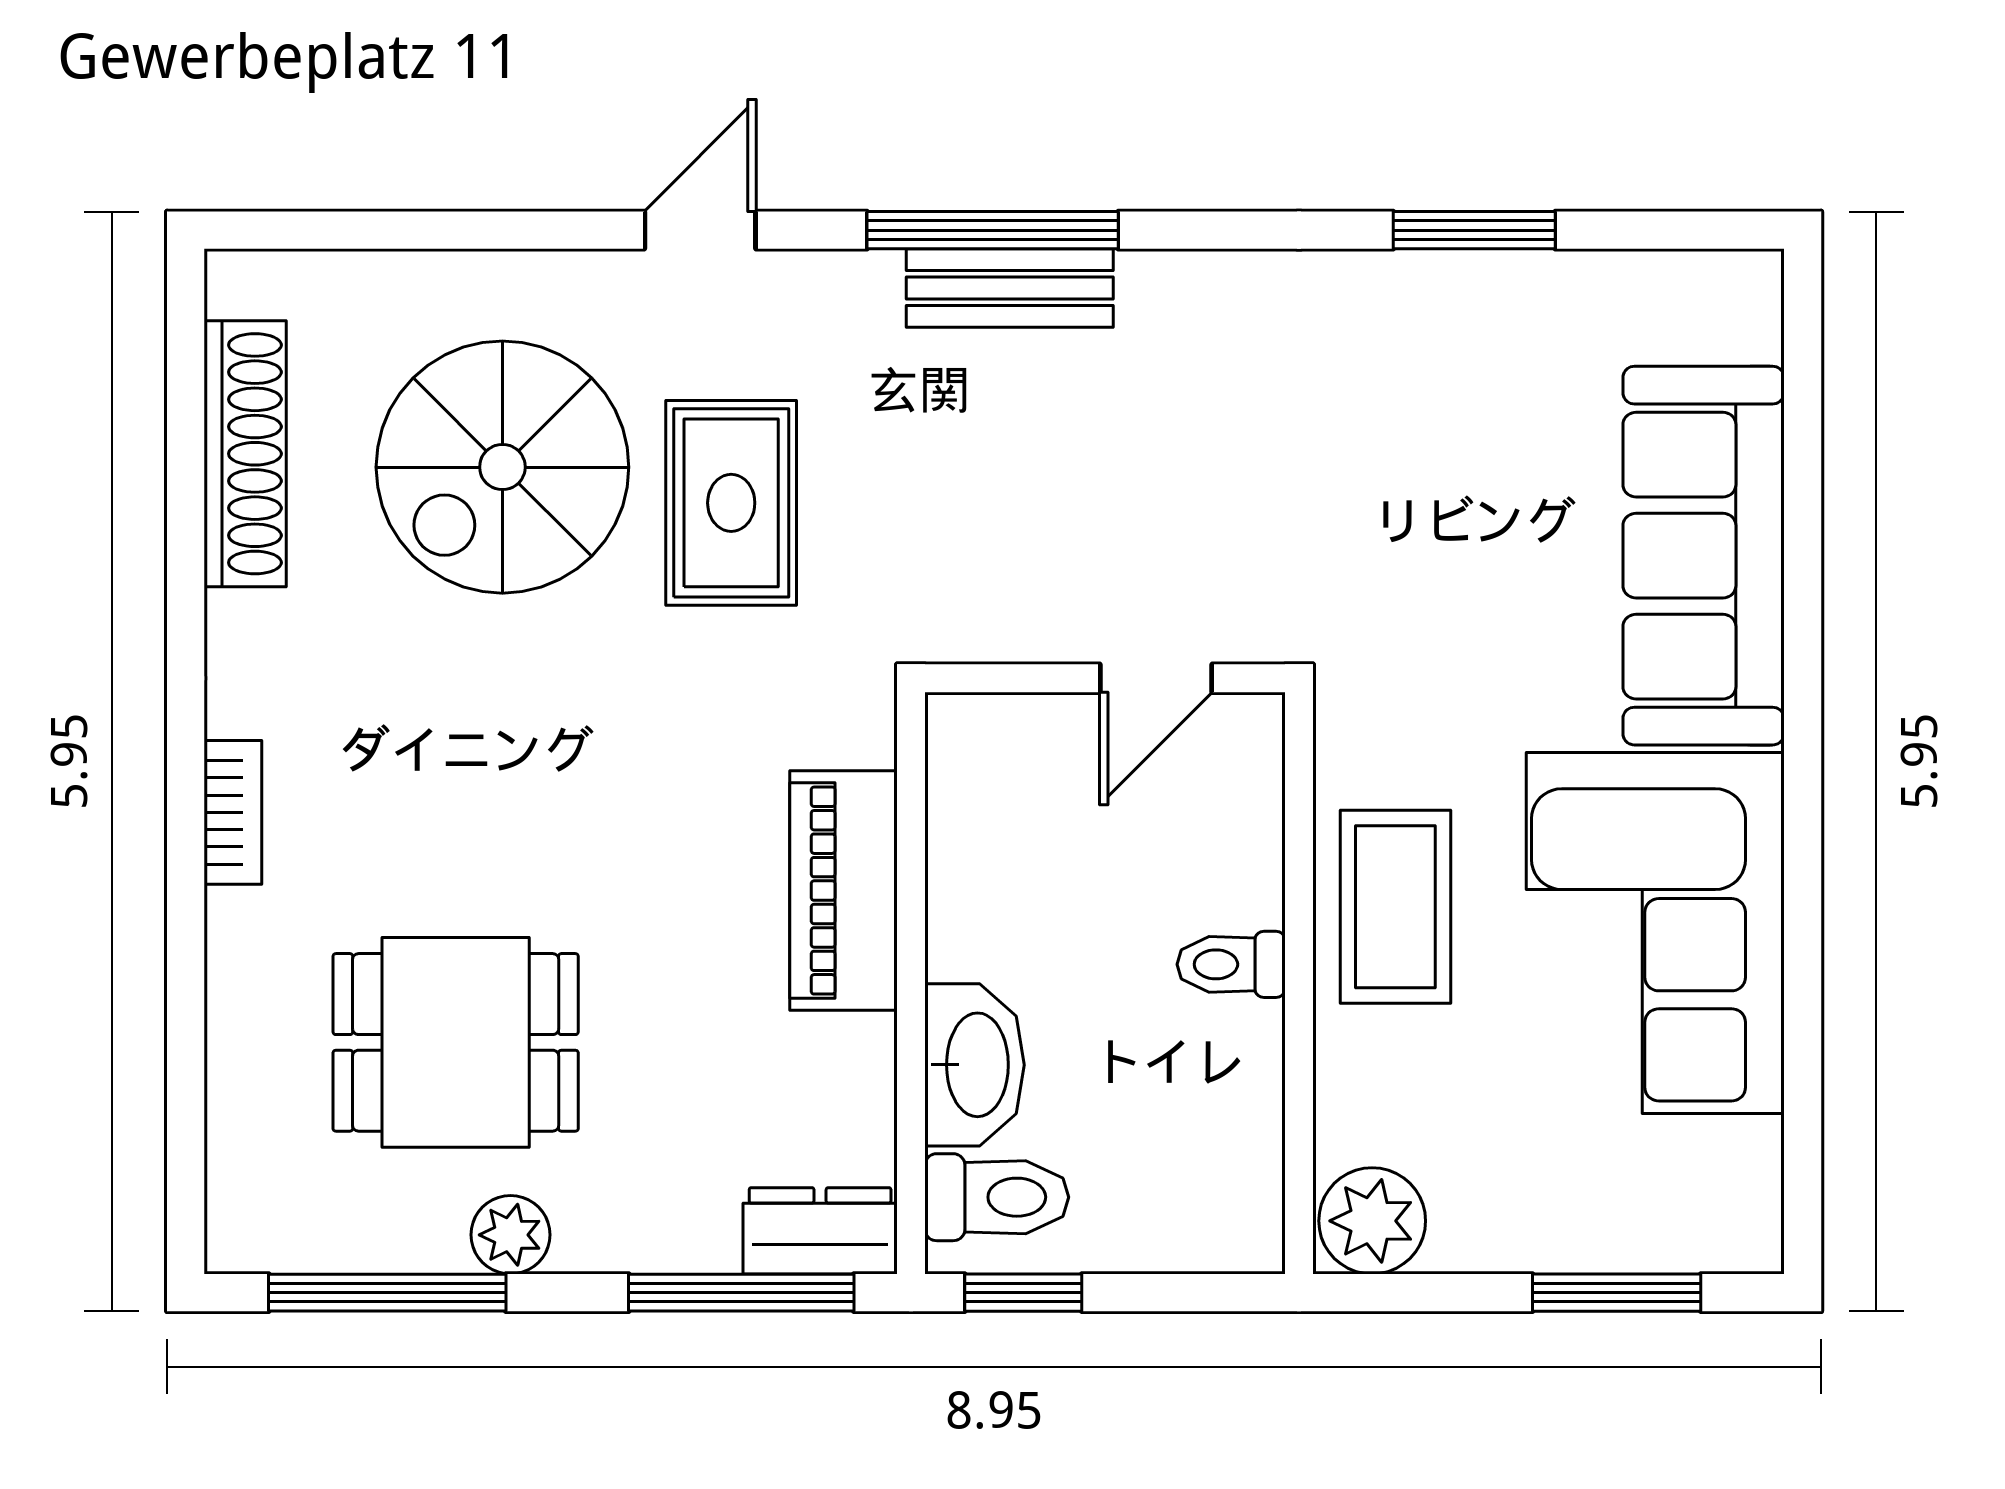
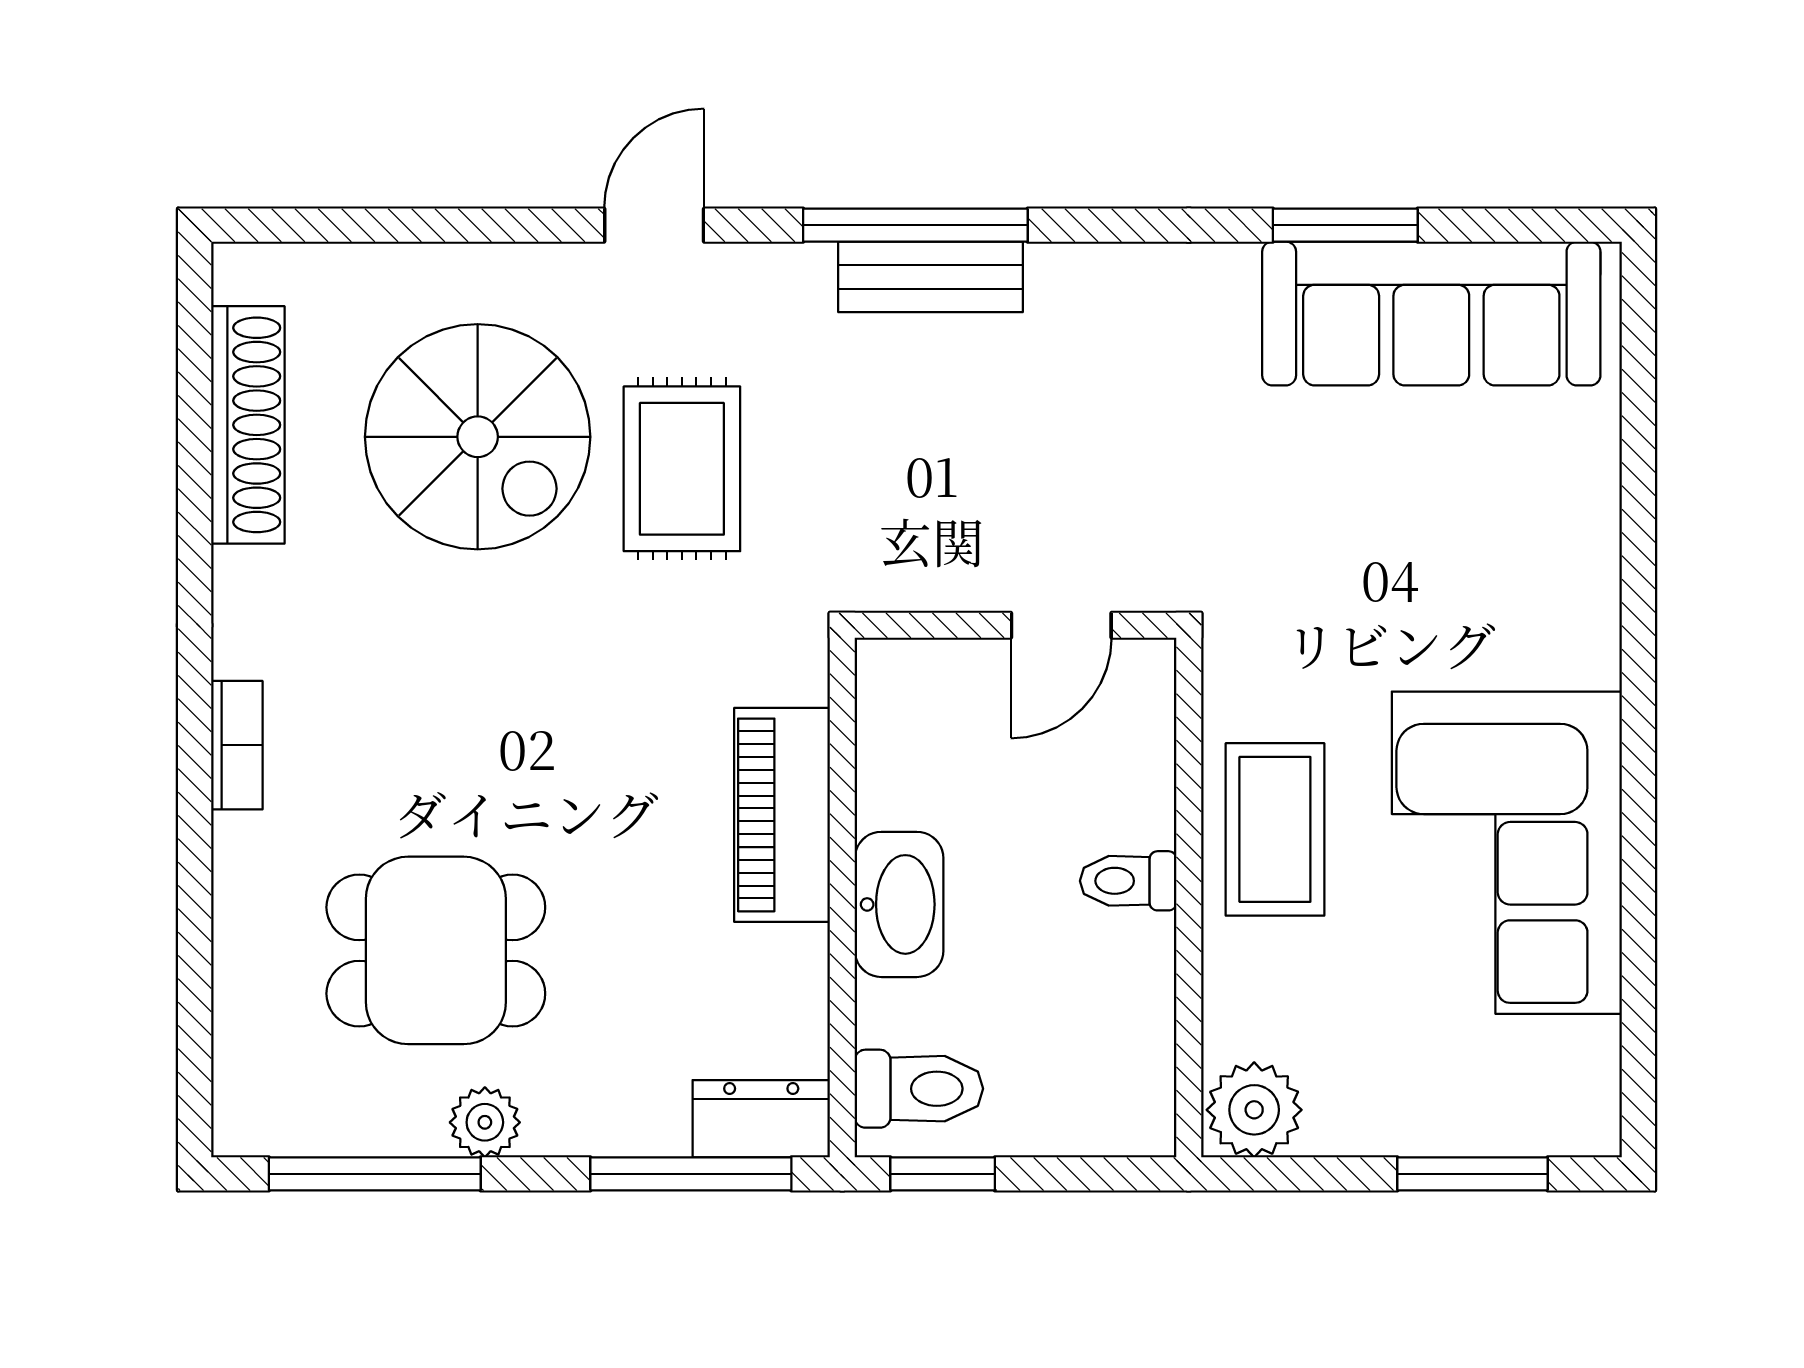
spiral stairs: (502, 467) -> (478, 437), turned -90
sofa: (1704, 556) -> (1431, 314), moved, turned -90
washbasin: (974, 1065) -> (899, 904), moved

